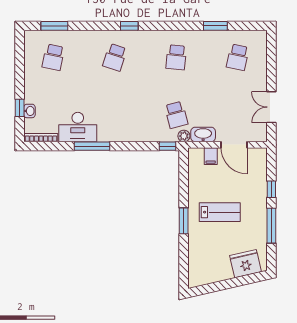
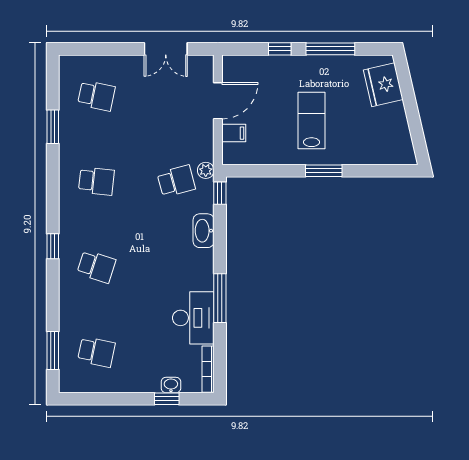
washbasin: (203, 134) -> (204, 231), moved

